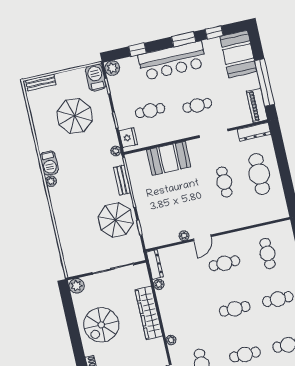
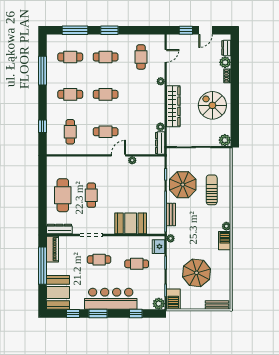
sun lounger: (79, 221) -> (212, 190), added
spiral stairs: (101, 325) -> (212, 105), turned -90

